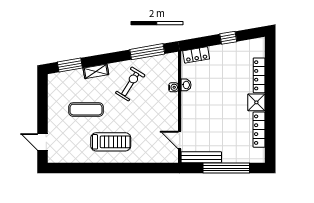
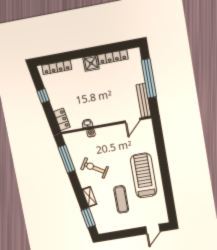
locker: (259, 75) -> (57, 67), moved
treadmill: (111, 142) -> (144, 175), width x1.37, depth x1.38

